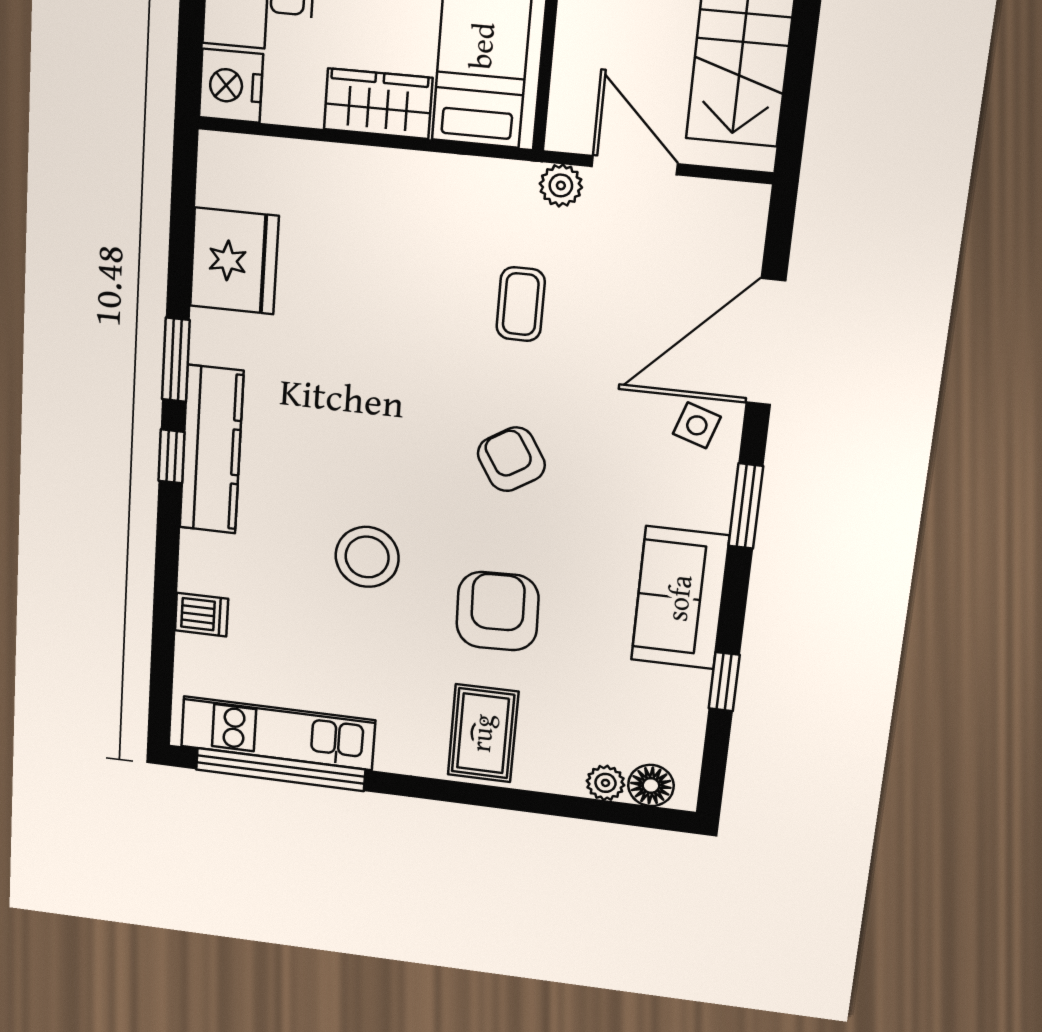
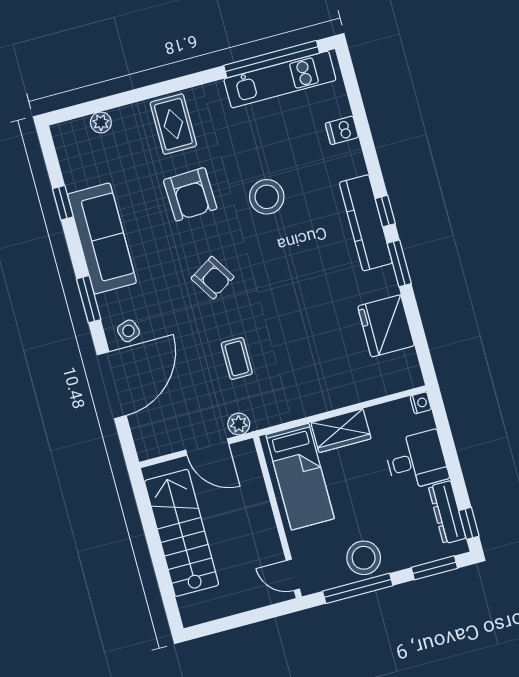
nightstand: (231, 86) -> (421, 403), width x0.53, depth x0.56
side table: (697, 425) -> (128, 331), turned -36
sofa: (680, 598) -> (102, 238), width x1.36
floor lamp: (651, 785) -> (77, 131), removed

